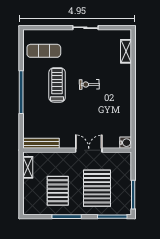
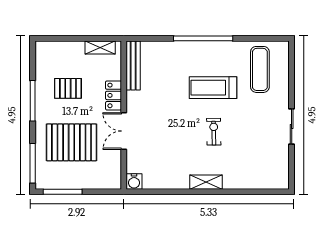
shelving: (126, 51) -> (206, 182), moved
treadmill: (57, 85) -> (213, 88), turned 180
double door: (89, 150) -> (124, 131), swing flipped
locker: (63, 158) -> (114, 95), added
pallet: (58, 191) -> (68, 88), width x0.67, depth x0.71

